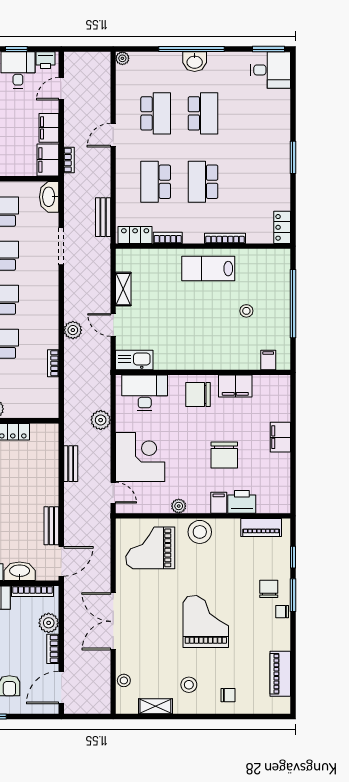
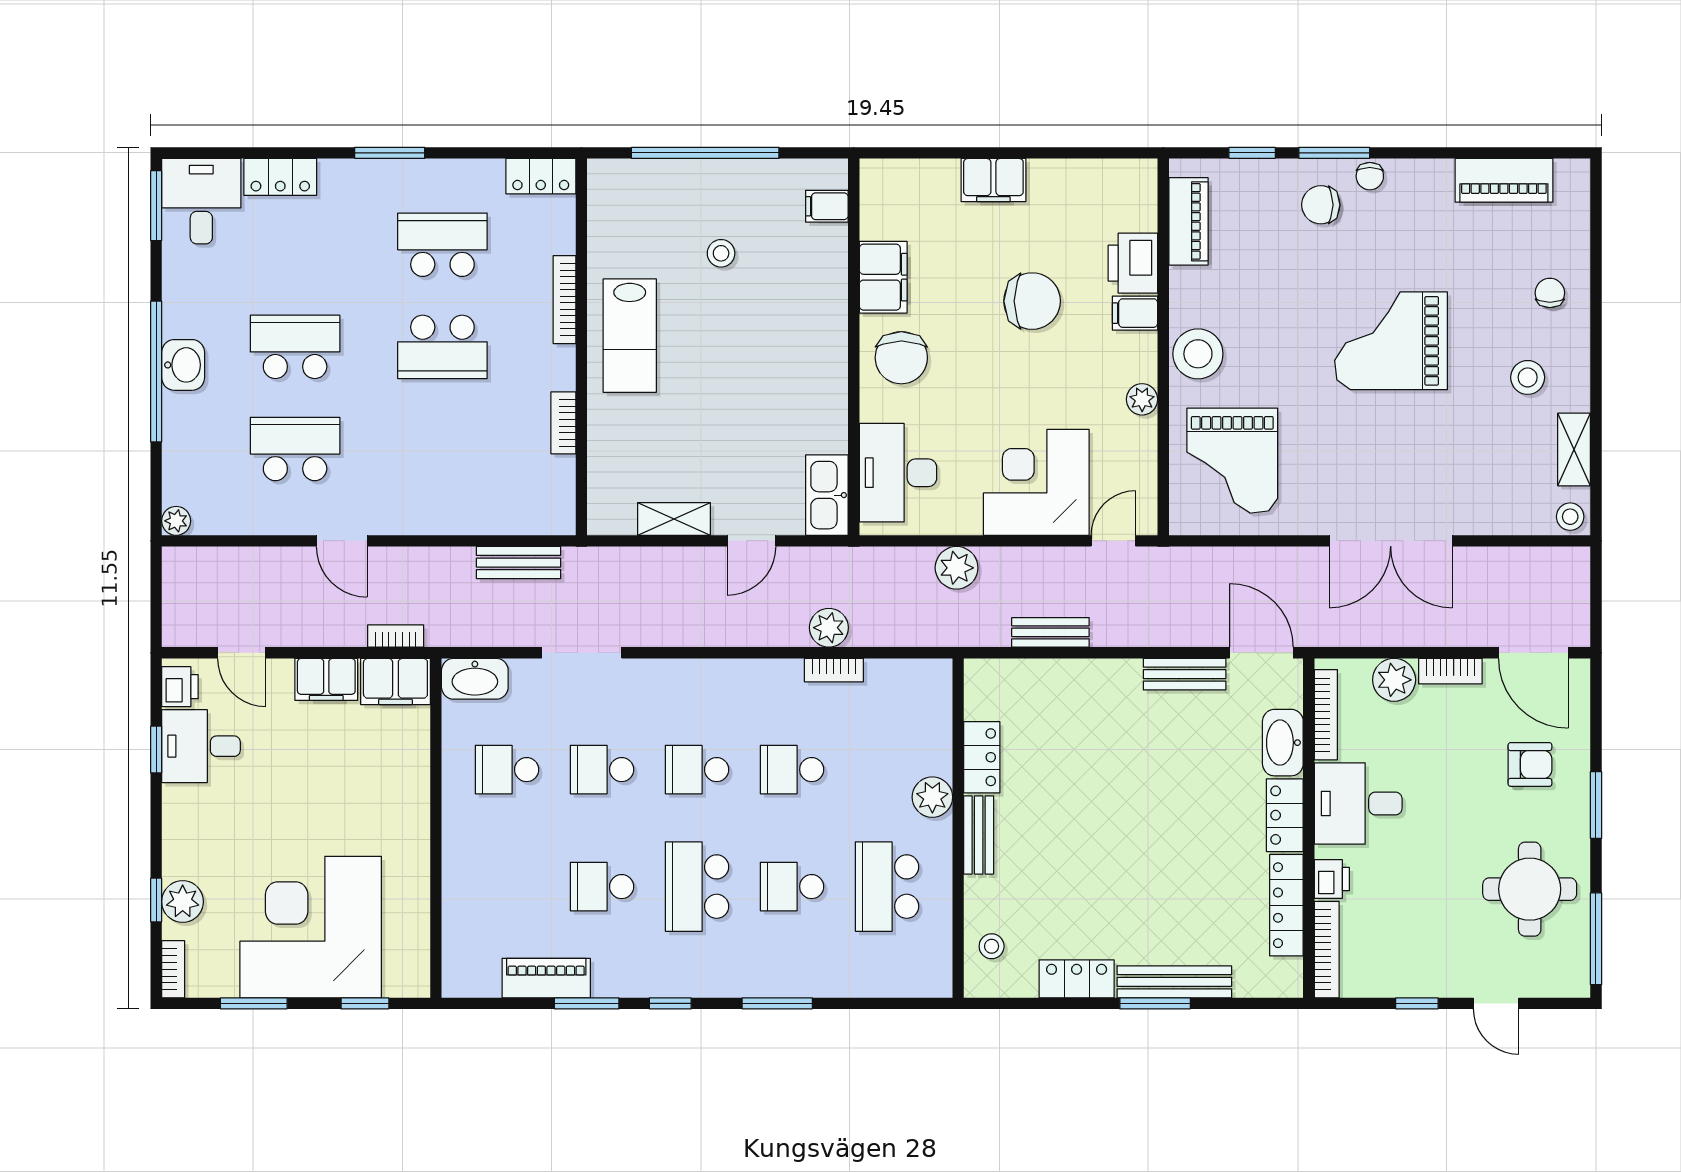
school desk: (156, 182) -> (442, 245), moved, turned 180
locker: (135, 235) -> (280, 177), moved, turned -90
plant: (73, 330) -> (829, 628), moved
stool: (124, 680) -> (1570, 517), moved

